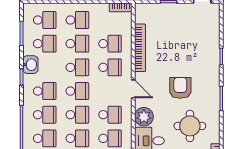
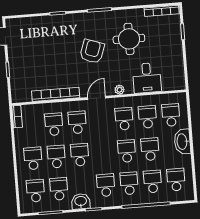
armchair: (180, 88) -> (92, 51), turned 109
school desk: (77, 91) -> (103, 153), removed
plant: (144, 117) -> (119, 90), width x0.53, depth x0.53

